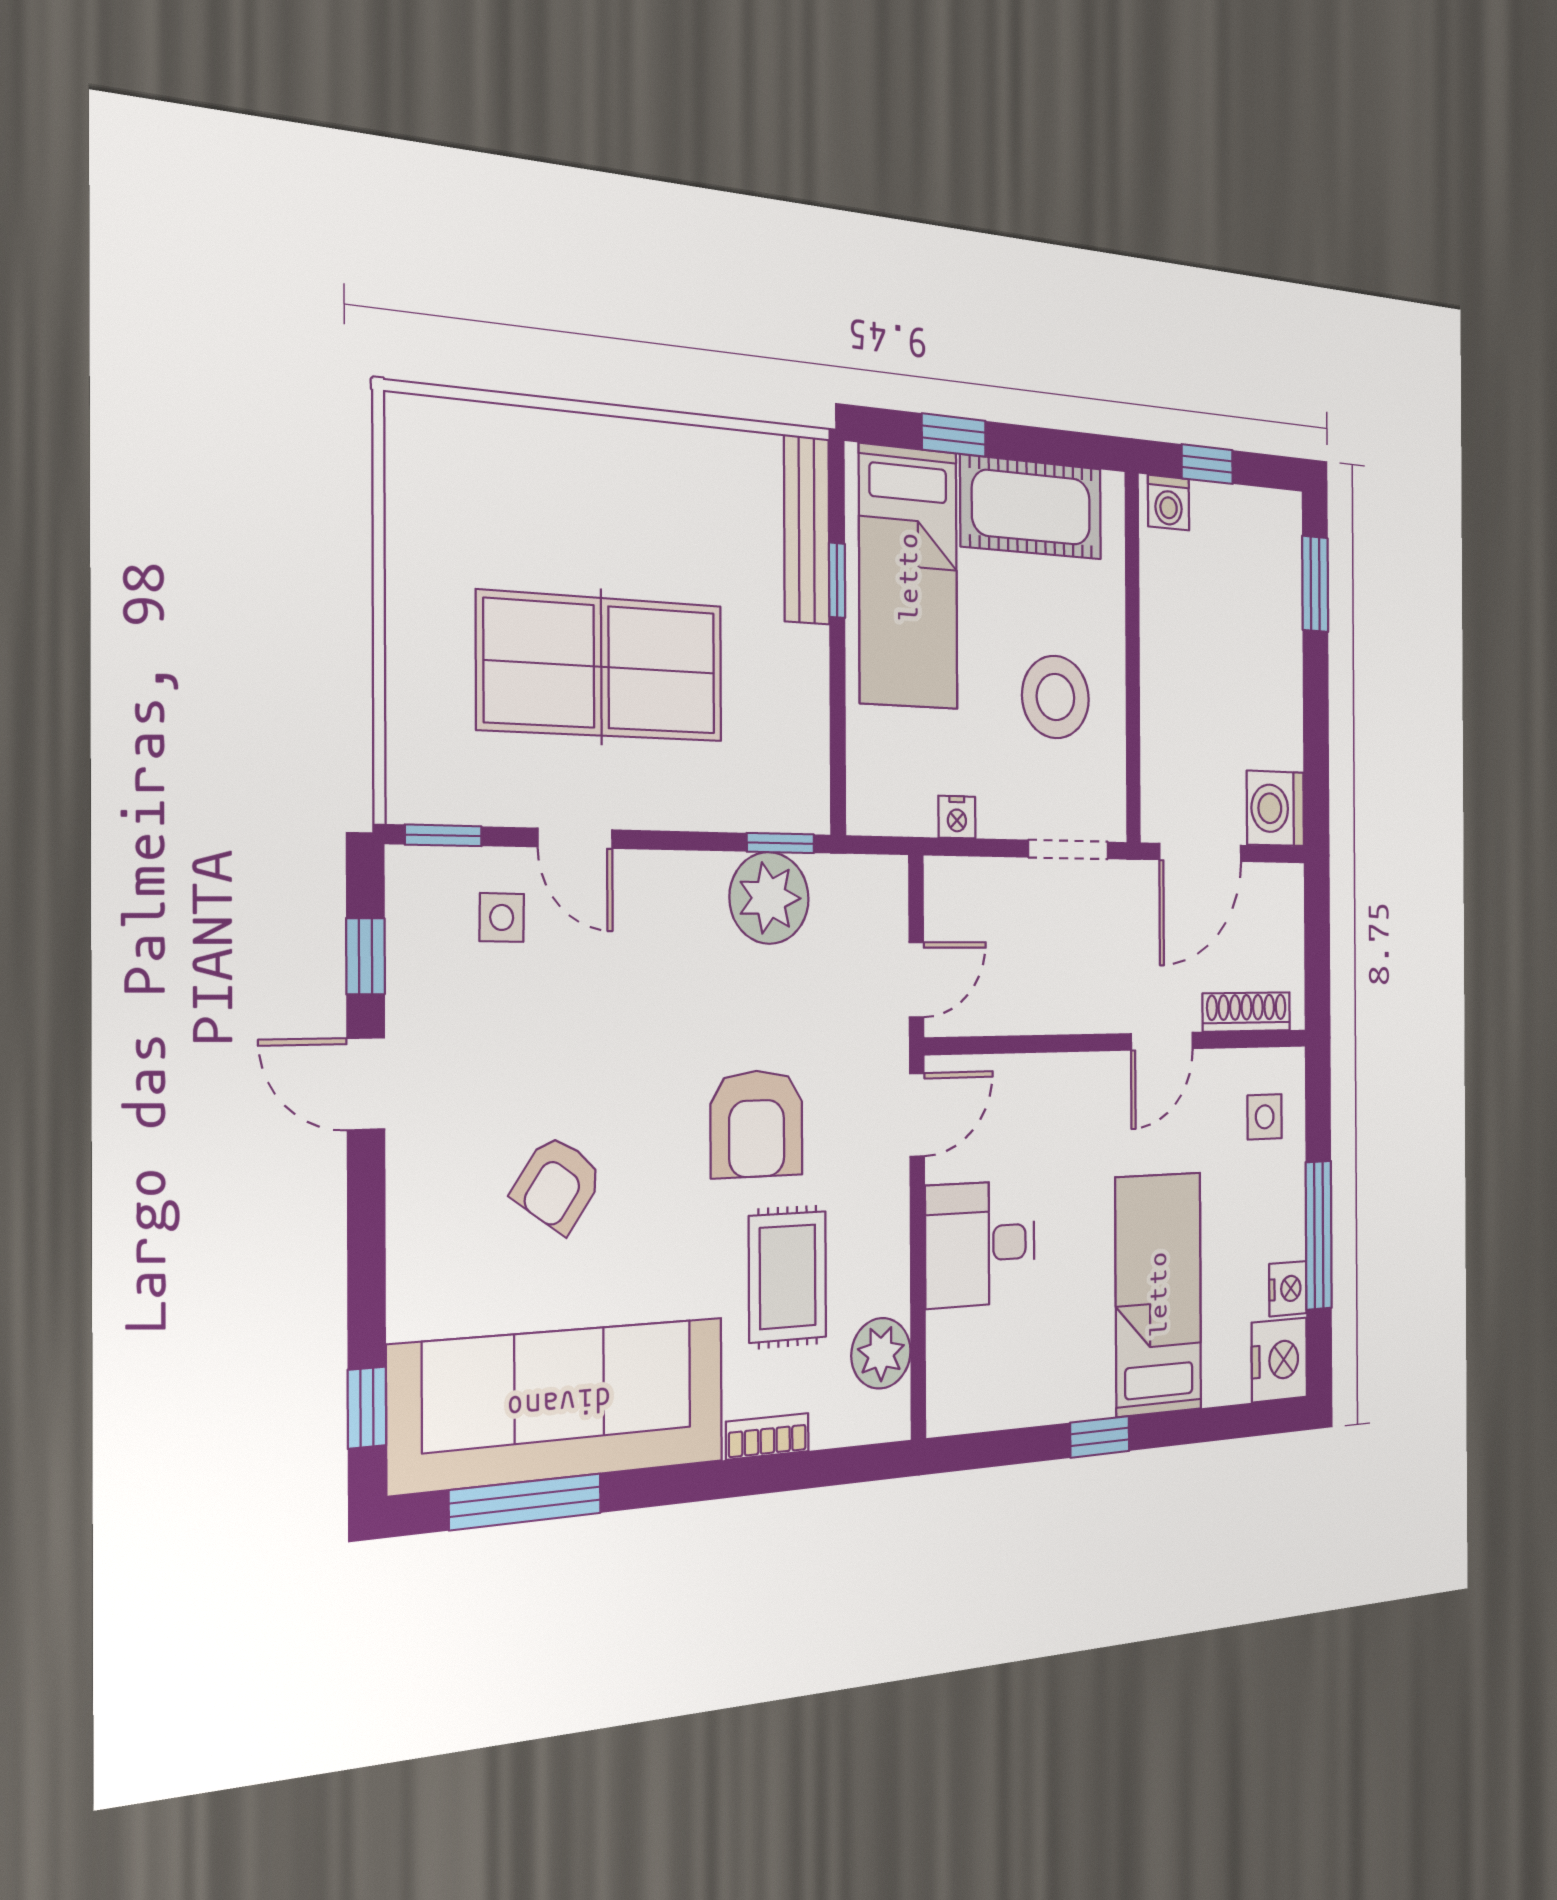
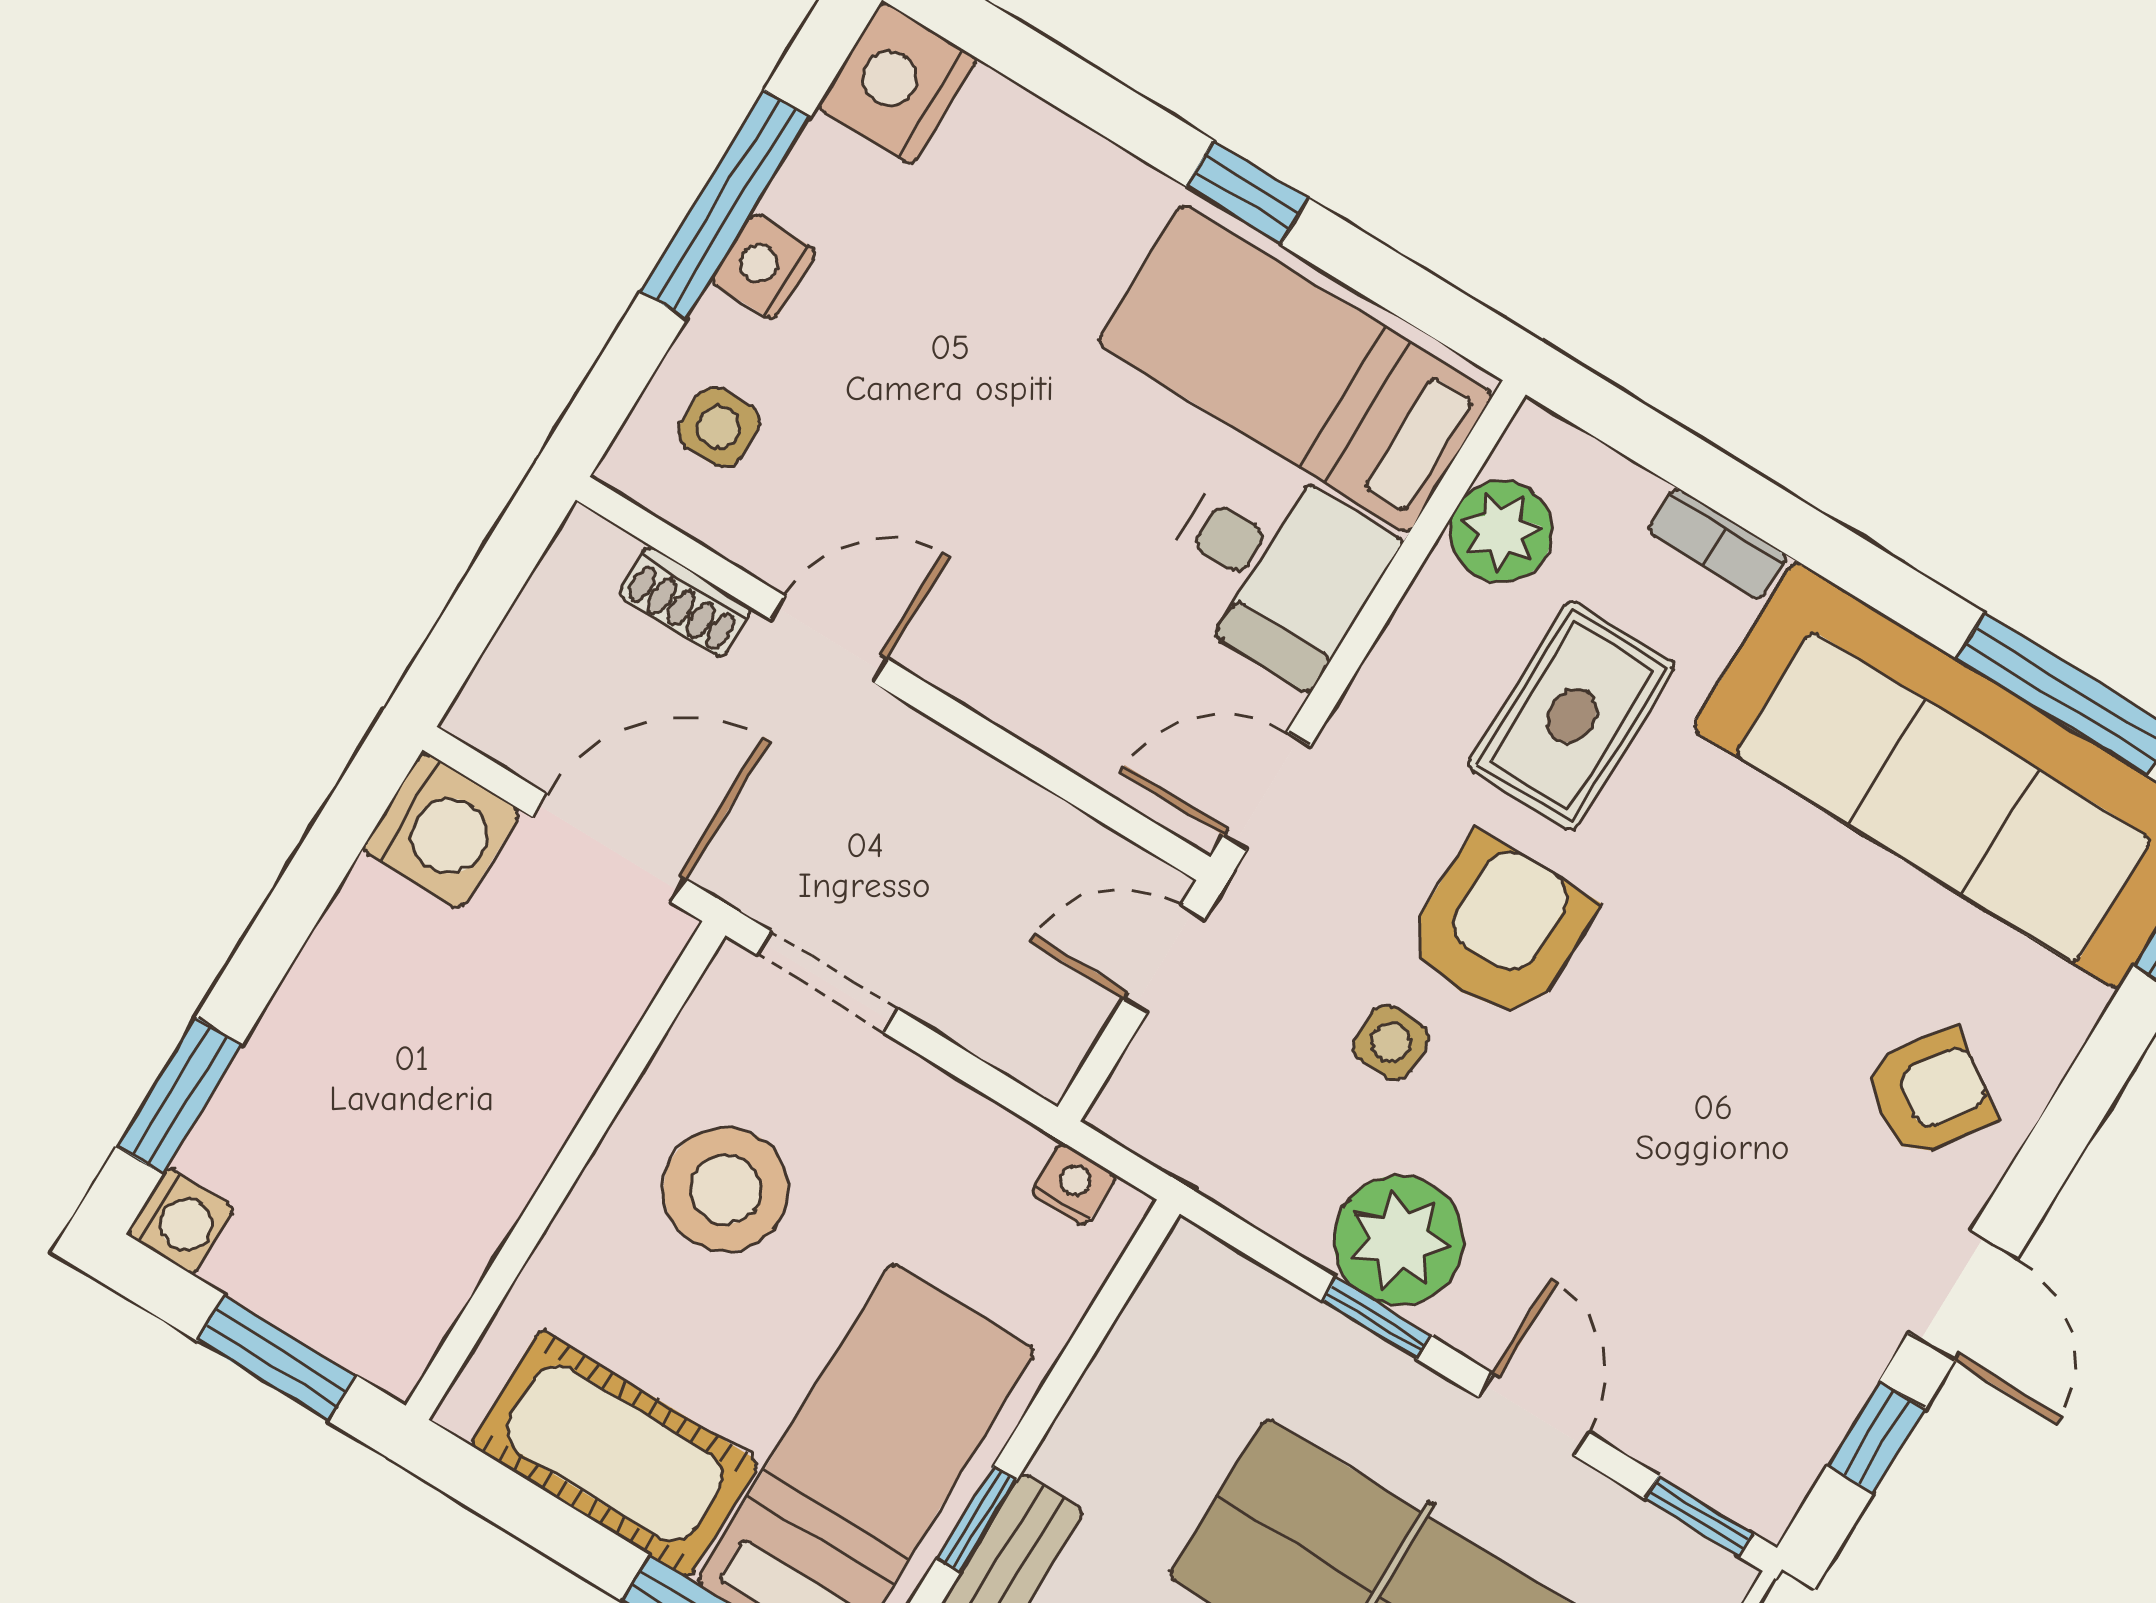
window: (1207, 464) -> (277, 1358), width x1.50
washing machine: (1169, 503) -> (181, 1221), moved, turned 90
nightstand: (957, 817) -> (1073, 1184), moved
window: (781, 843) -> (1377, 1318), moved
plant: (769, 898) -> (1399, 1240), moved
side table: (502, 917) -> (1391, 1042), moved
shoe rack: (1246, 1012) -> (685, 602), width x0.70
armchair: (558, 1184) -> (1930, 1093), moved
nightstand: (1288, 1289) -> (763, 266), moved
bed: (1158, 1294) -> (1295, 369), moved, turned 90

